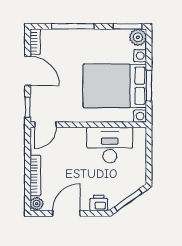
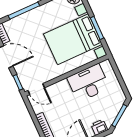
door: (45, 125) -> (36, 89), hinge flipped

